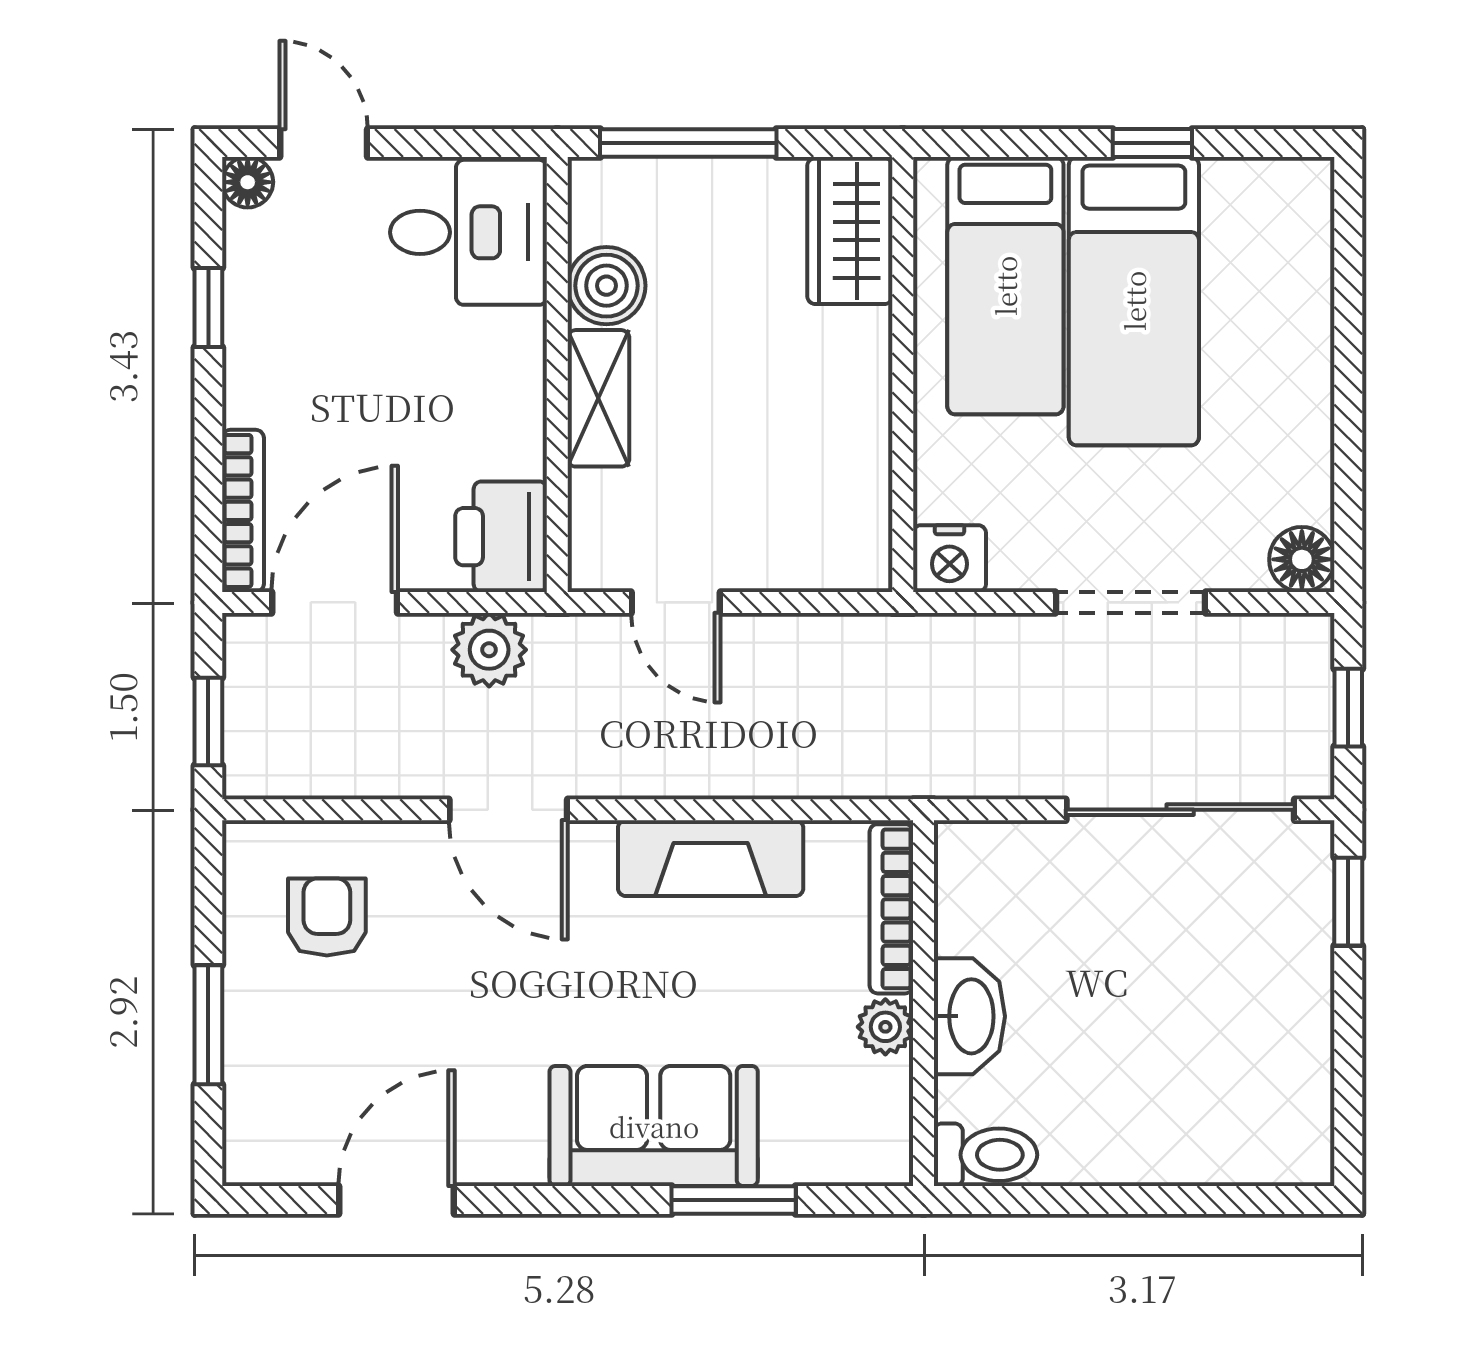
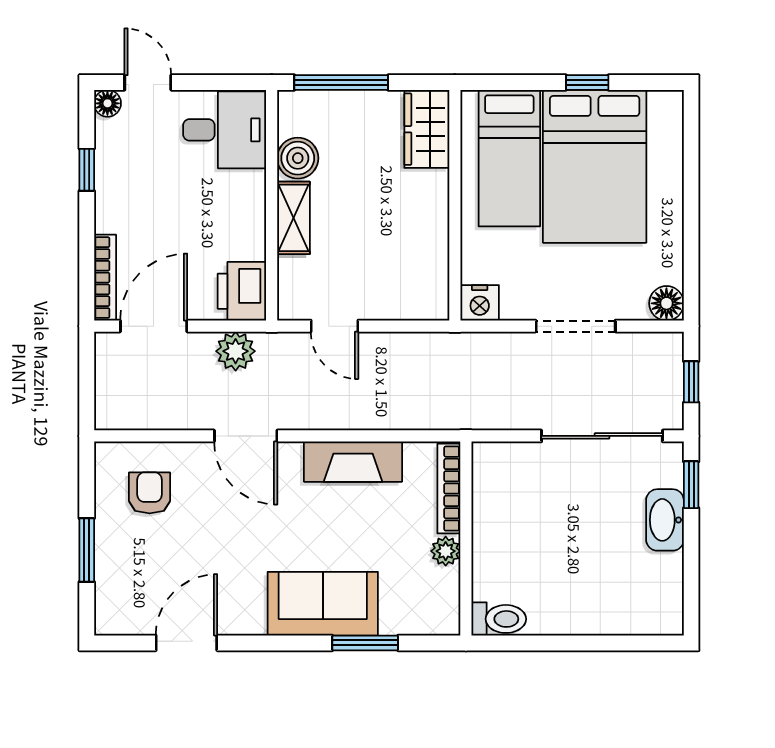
bed: (1134, 301) -> (595, 166), width x1.50
window: (208, 721) -> (87, 389), removed
washbasin: (969, 1016) -> (665, 520), moved, turned 180

